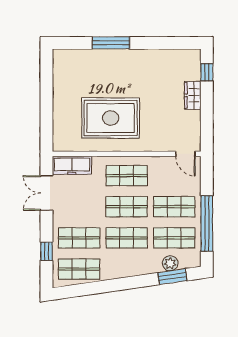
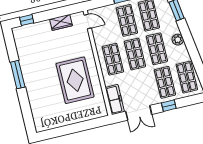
window: (111, 43) -> (18, 75), moved
wardrobe: (193, 95) -> (61, 22), moved
door: (185, 154) -> (88, 21), hinge flipped
window: (47, 251) -> (169, 106), moved
plant: (170, 263) -> (178, 40), moved

